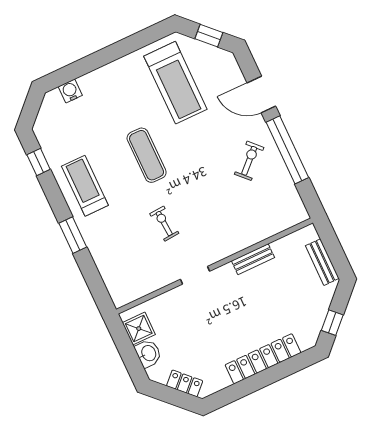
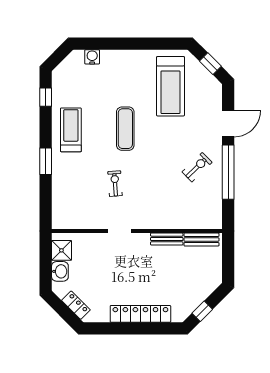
door: (261, 94) -> (228, 124), swing flipped
bench: (322, 262) -> (201, 239), moved, turned 90

